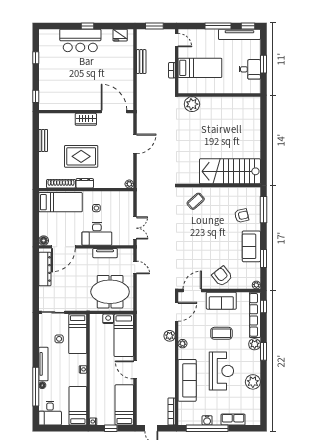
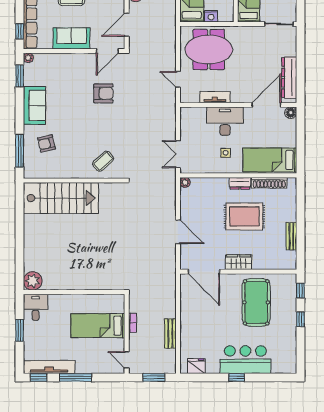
window: (36, 58) -> (300, 319), moved
desk: (250, 69) -> (36, 307), moved, turned 90
pool table: (72, 87) -> (256, 302), added
plant: (192, 104) -> (33, 281), moved
door: (135, 144) -> (178, 232), swing flipped
double door: (135, 228) -> (178, 154), moved
window: (263, 258) -> (20, 76), moved
armchair: (222, 276) -> (103, 93), moved, turned -52

